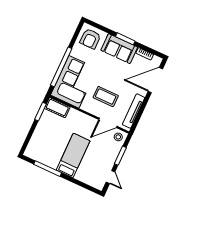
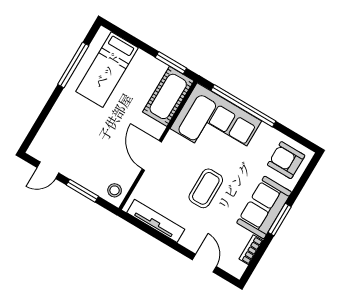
door: (155, 80) -> (204, 263), width x0.53
coffee table: (106, 97) -> (206, 188), moved
cot: (57, 108) -> (168, 96), width x1.37, depth x1.34
door: (108, 123) -> (152, 156), moved
bed: (73, 155) -> (107, 70), moved, turned 90

